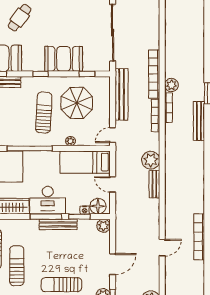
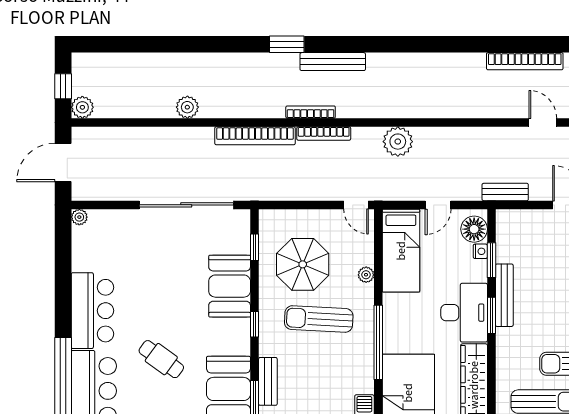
plant: (171, 85) -> (187, 107), moved
bench: (122, 94) -> (289, 190), removed
bench: (154, 184) -> (505, 192), moved
window: (46, 217) -> (491, 315), width x0.69
plant: (103, 226) -> (507, 220), removed

